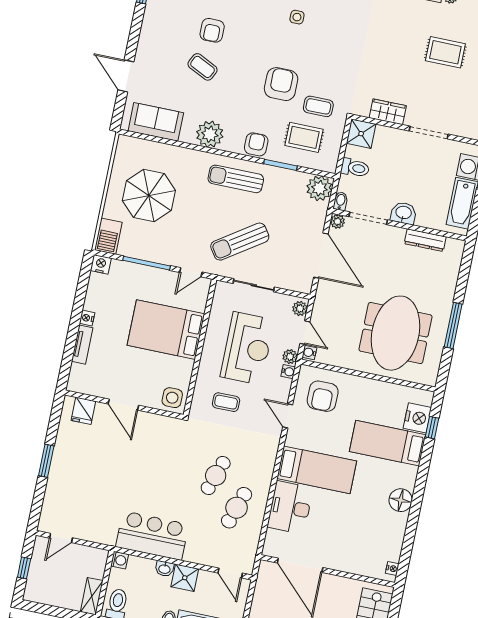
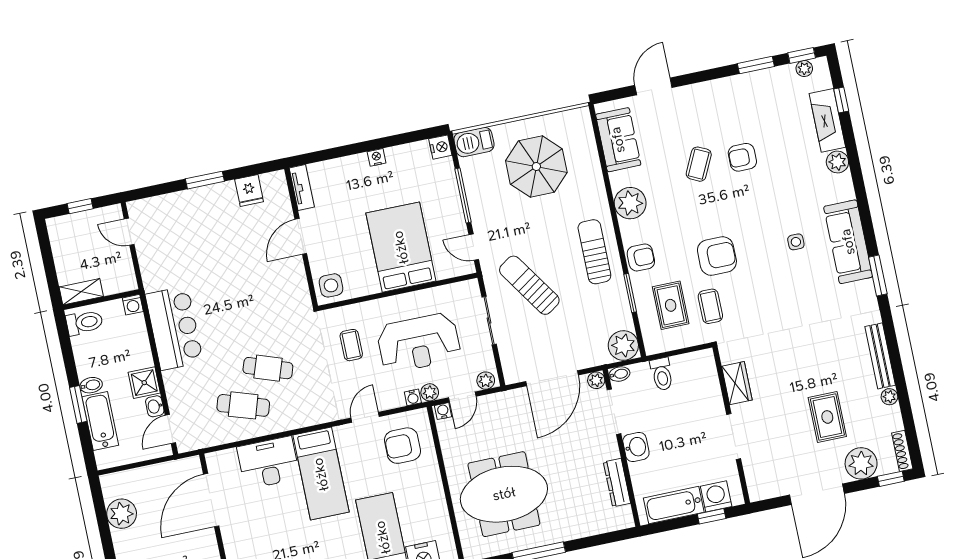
shower: (361, 134) -> (701, 365), removed
tv unit: (82, 345) -> (302, 188), moved, turned -90
fridge: (83, 411) -> (249, 191), moved, turned -90
washbasin: (164, 569) -> (155, 406), moved

